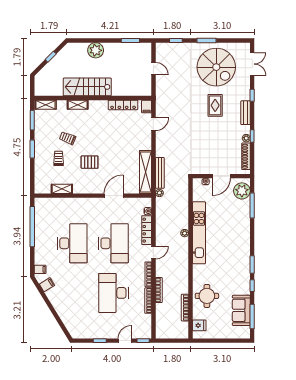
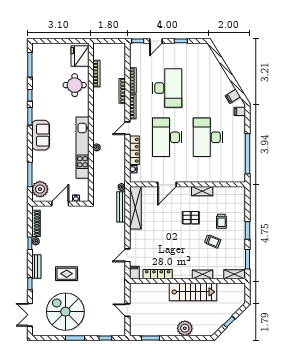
rug: (215, 105) -> (67, 274), turned 90
shelving: (62, 189) -> (202, 191), moved
sofa: (241, 310) -> (41, 135), moved
fridge: (199, 325) -> (80, 56), width x1.88, depth x1.34

